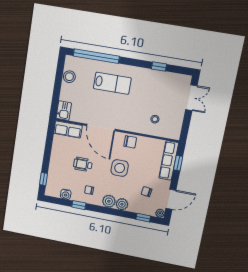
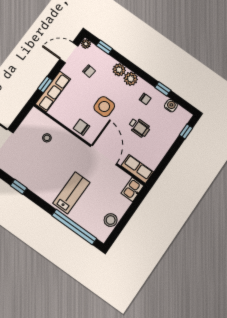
lab bench: (112, 83) -> (71, 193), turned 90

